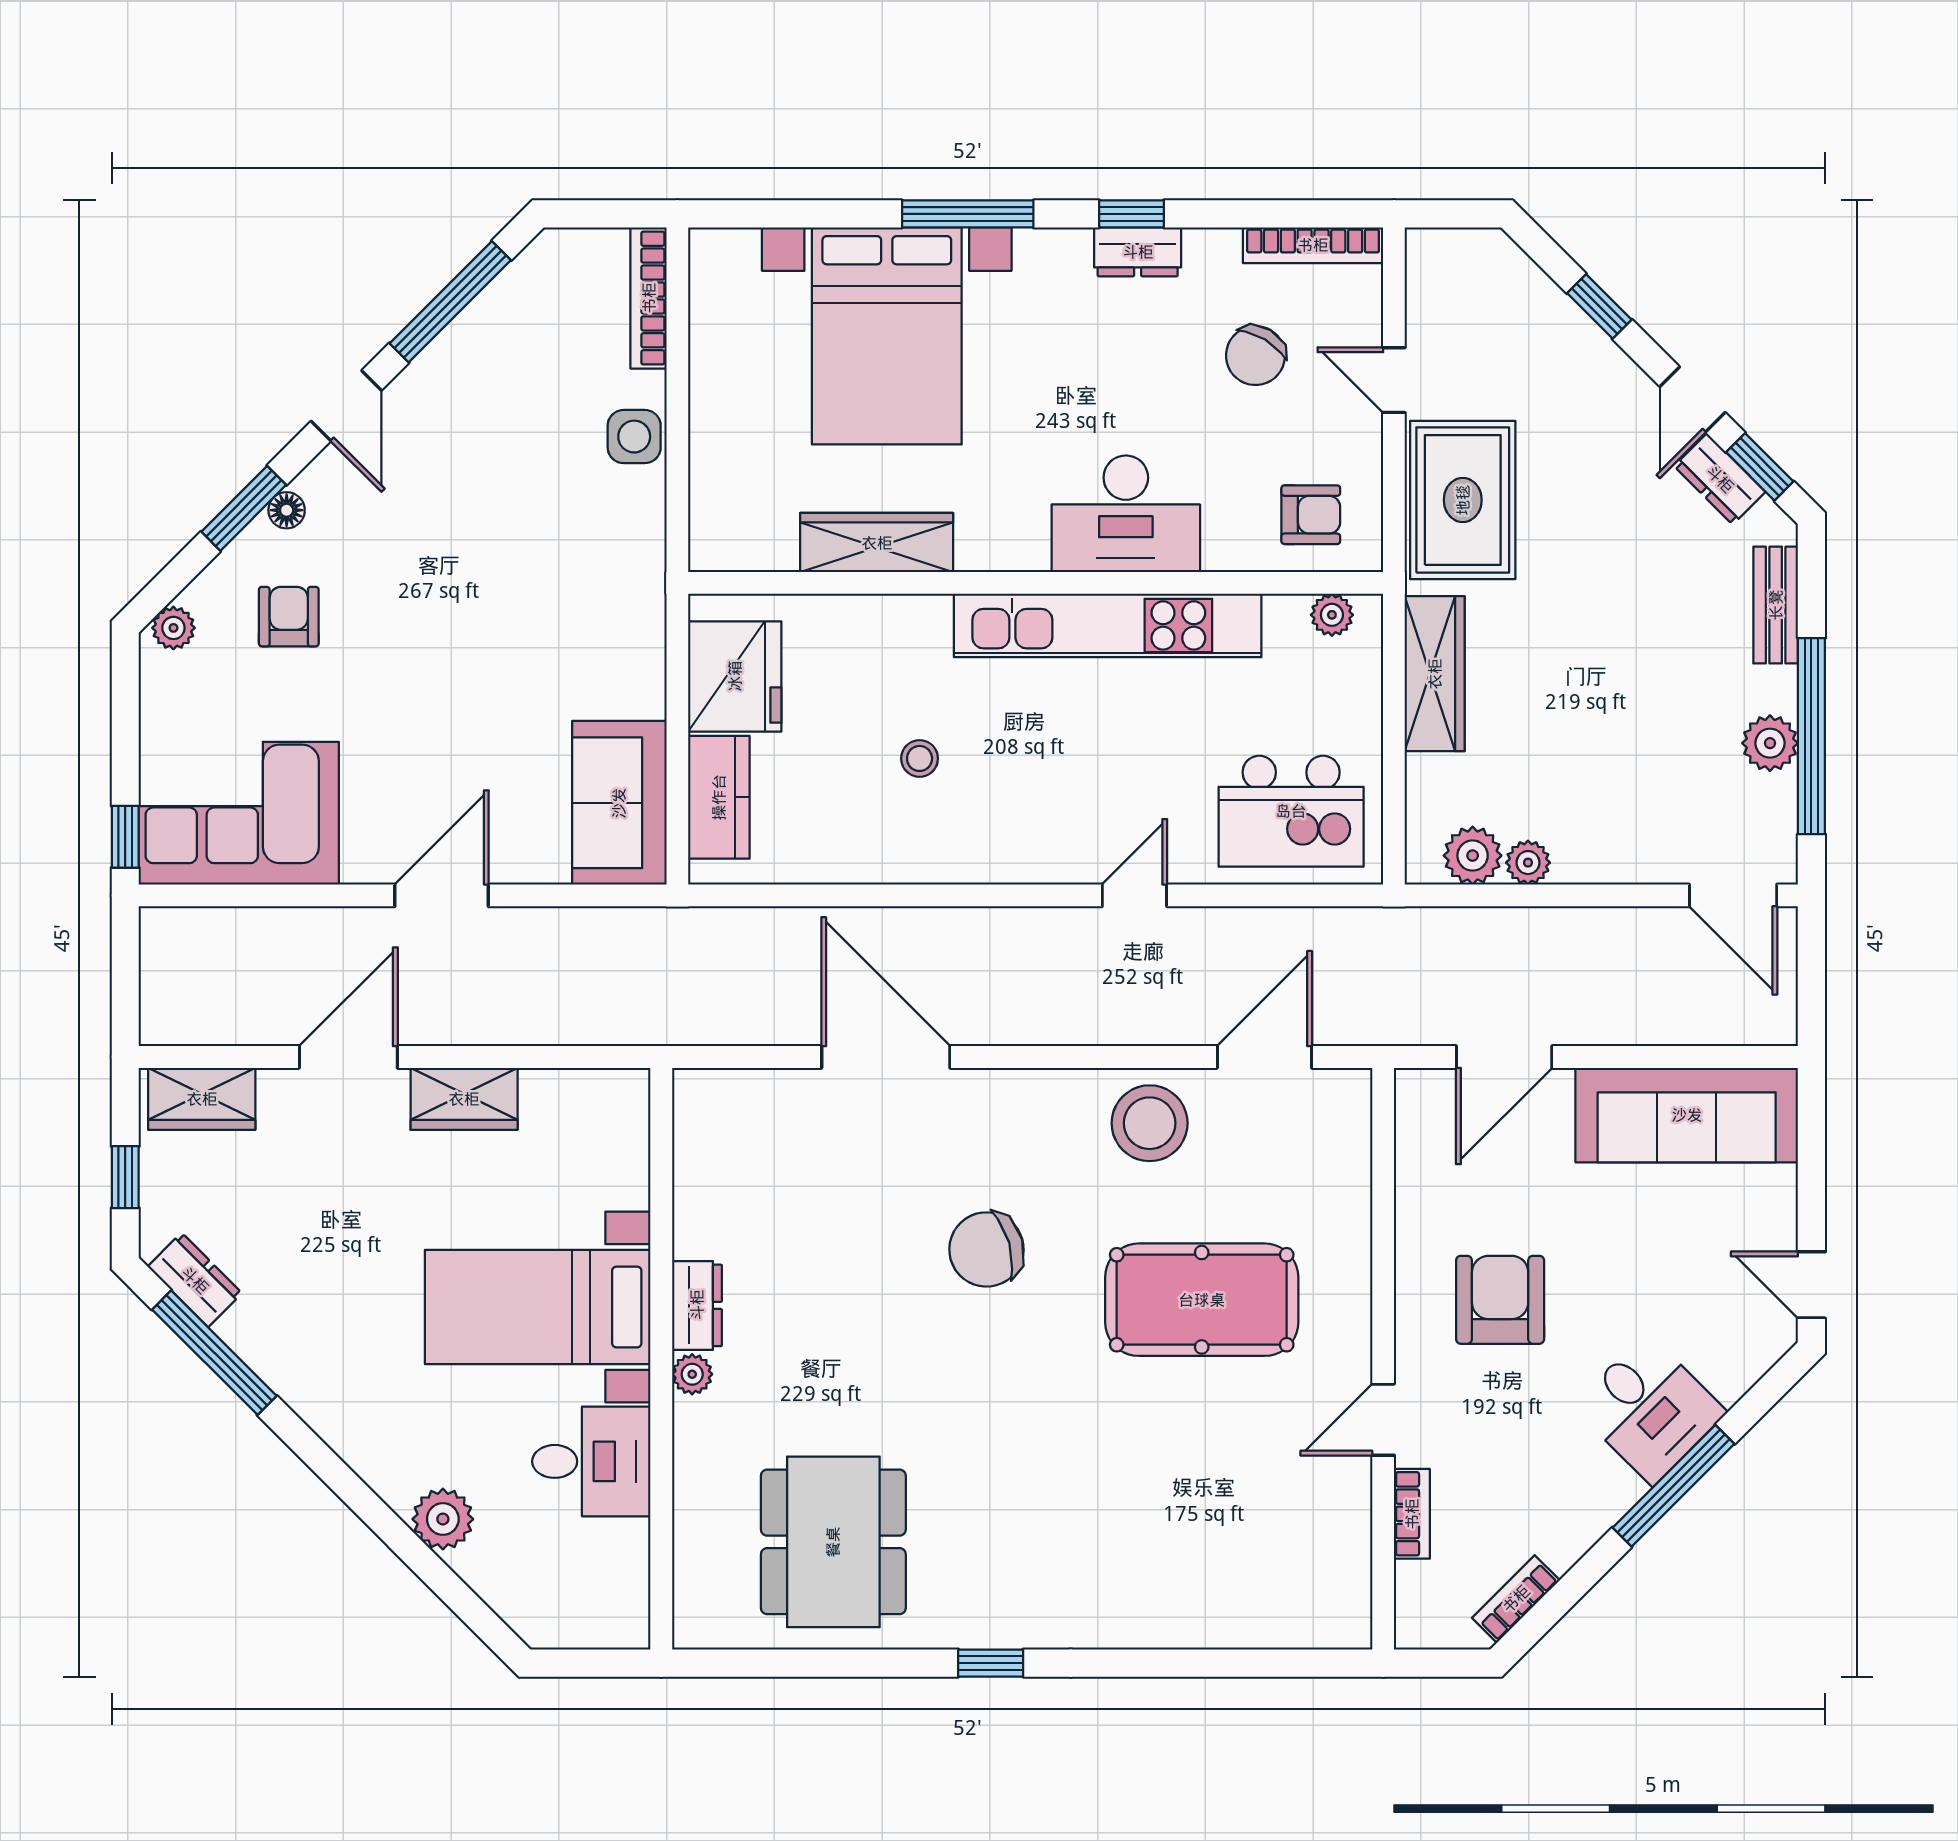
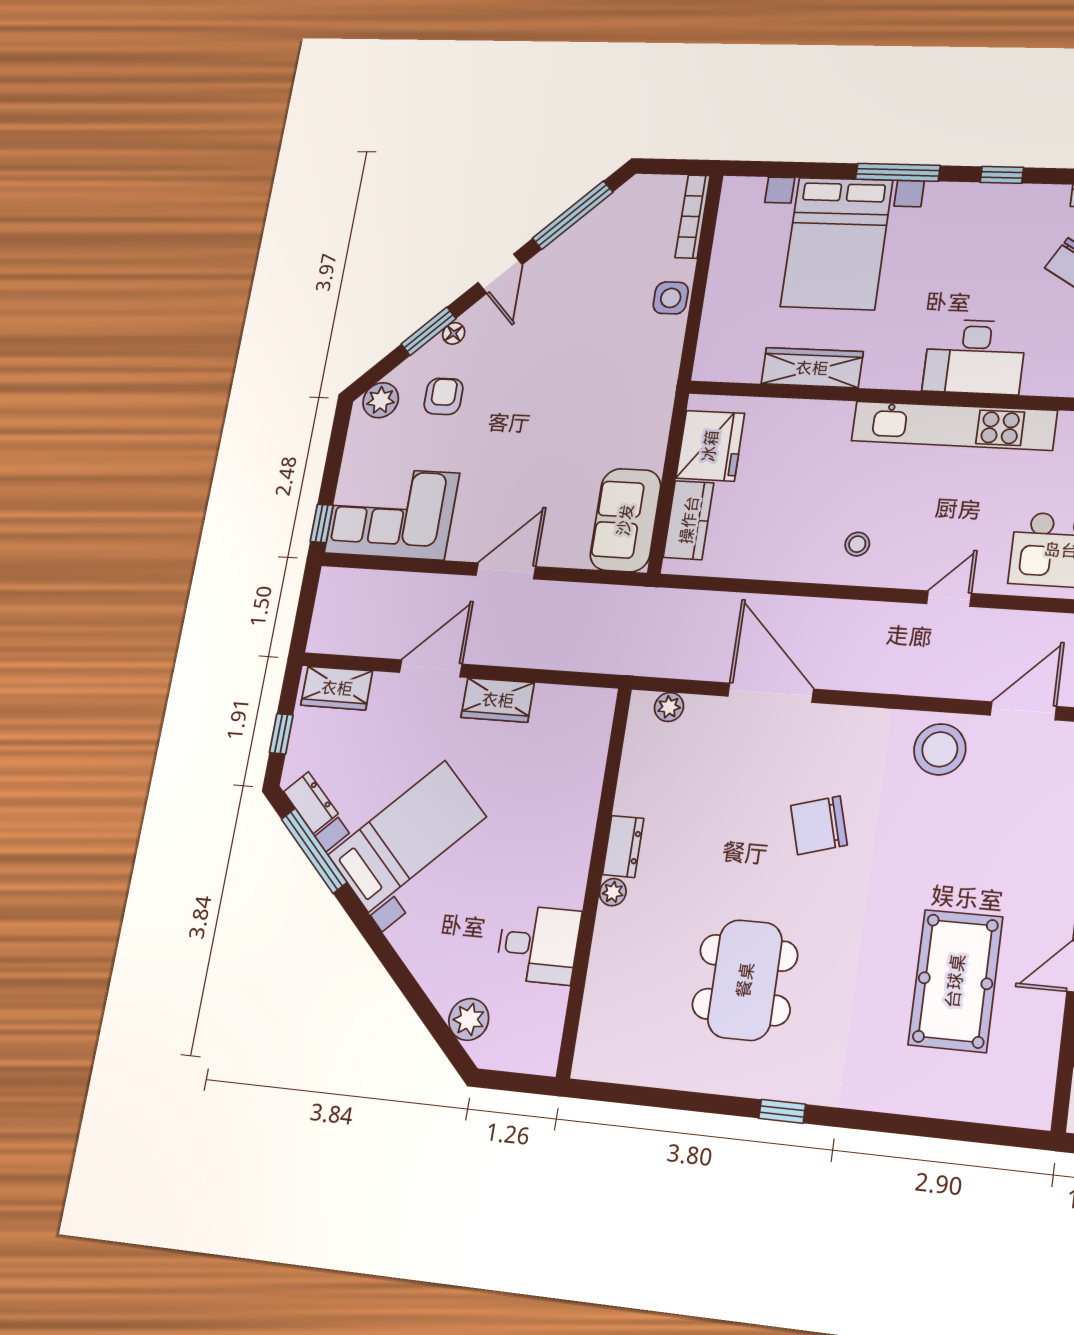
dresser: (1138, 252) -> (1003, 198), removed
plant: (173, 628) -> (381, 400), width x1.38, depth x1.38
stool: (920, 758) -> (857, 544), moved
plant: (734, 1090) -> (669, 707), added
pool table: (1202, 1300) -> (955, 981), moved, turned 90
bed with nightstands: (538, 1307) -> (407, 836), moved, turned 135
plant: (443, 1519) -> (469, 1019), moved
dining table: (833, 1542) -> (745, 980), moved

